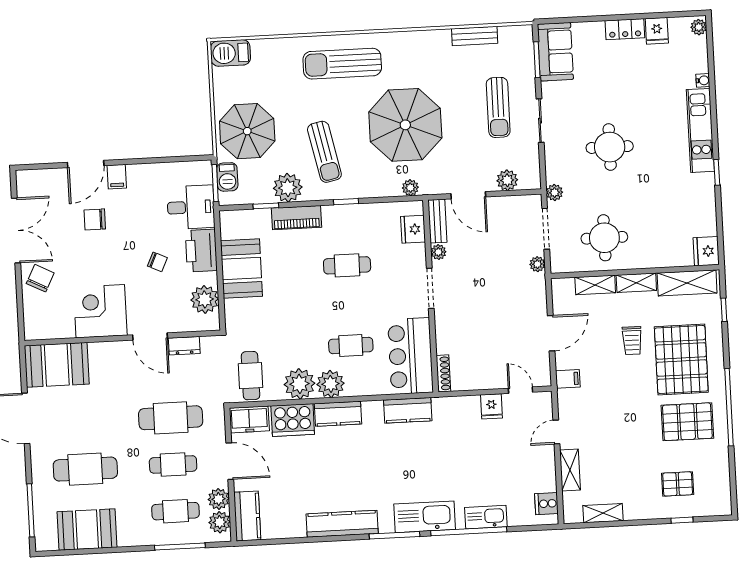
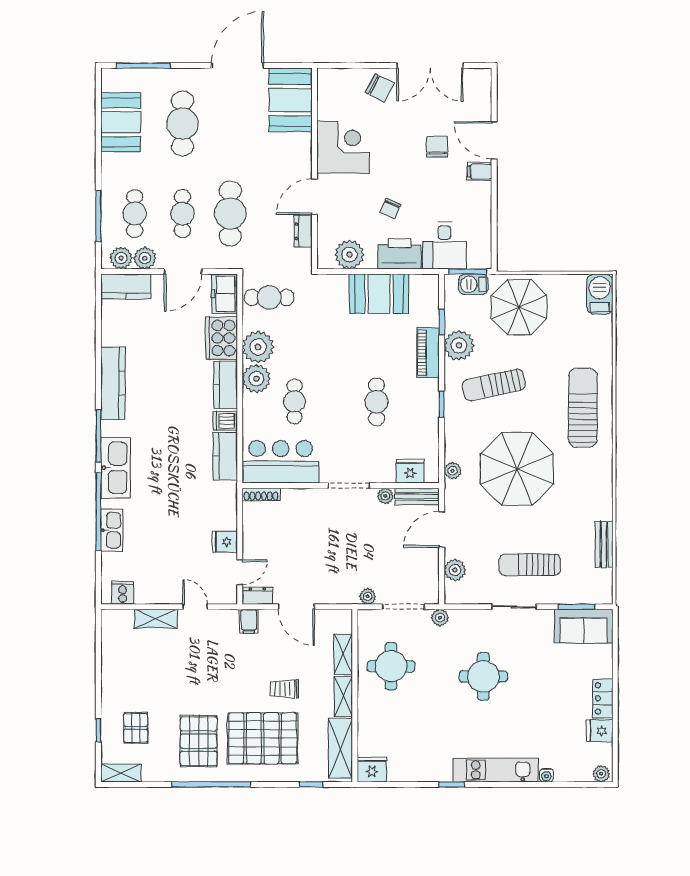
dresser: (542, 372) -> (257, 596), added
dishwasher: (373, 412) -> (225, 421), added
shelving: (603, 513) -> (121, 773), moved, turned 90

